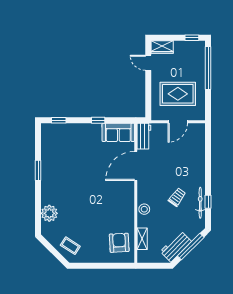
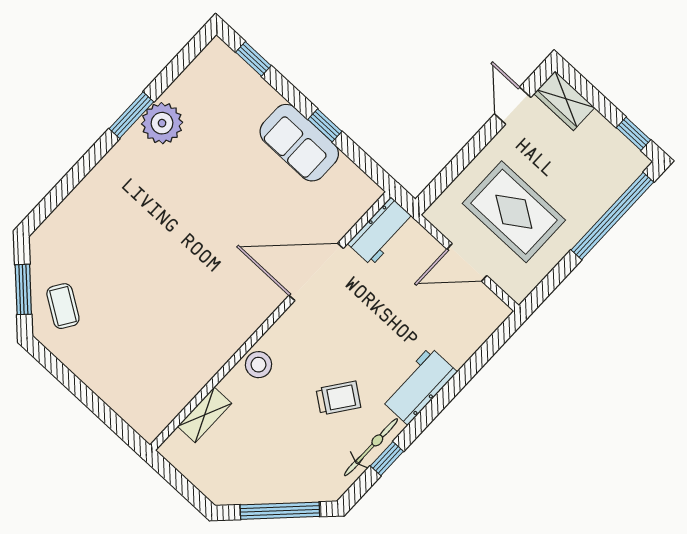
sofa: (118, 132) -> (299, 143), moved
plant: (49, 213) -> (162, 123), moved
armchair: (119, 243) -> (156, 383), removed
workbench: (176, 247) -> (419, 386), moved, turned -45
window: (54, 252) -> (23, 289), added

